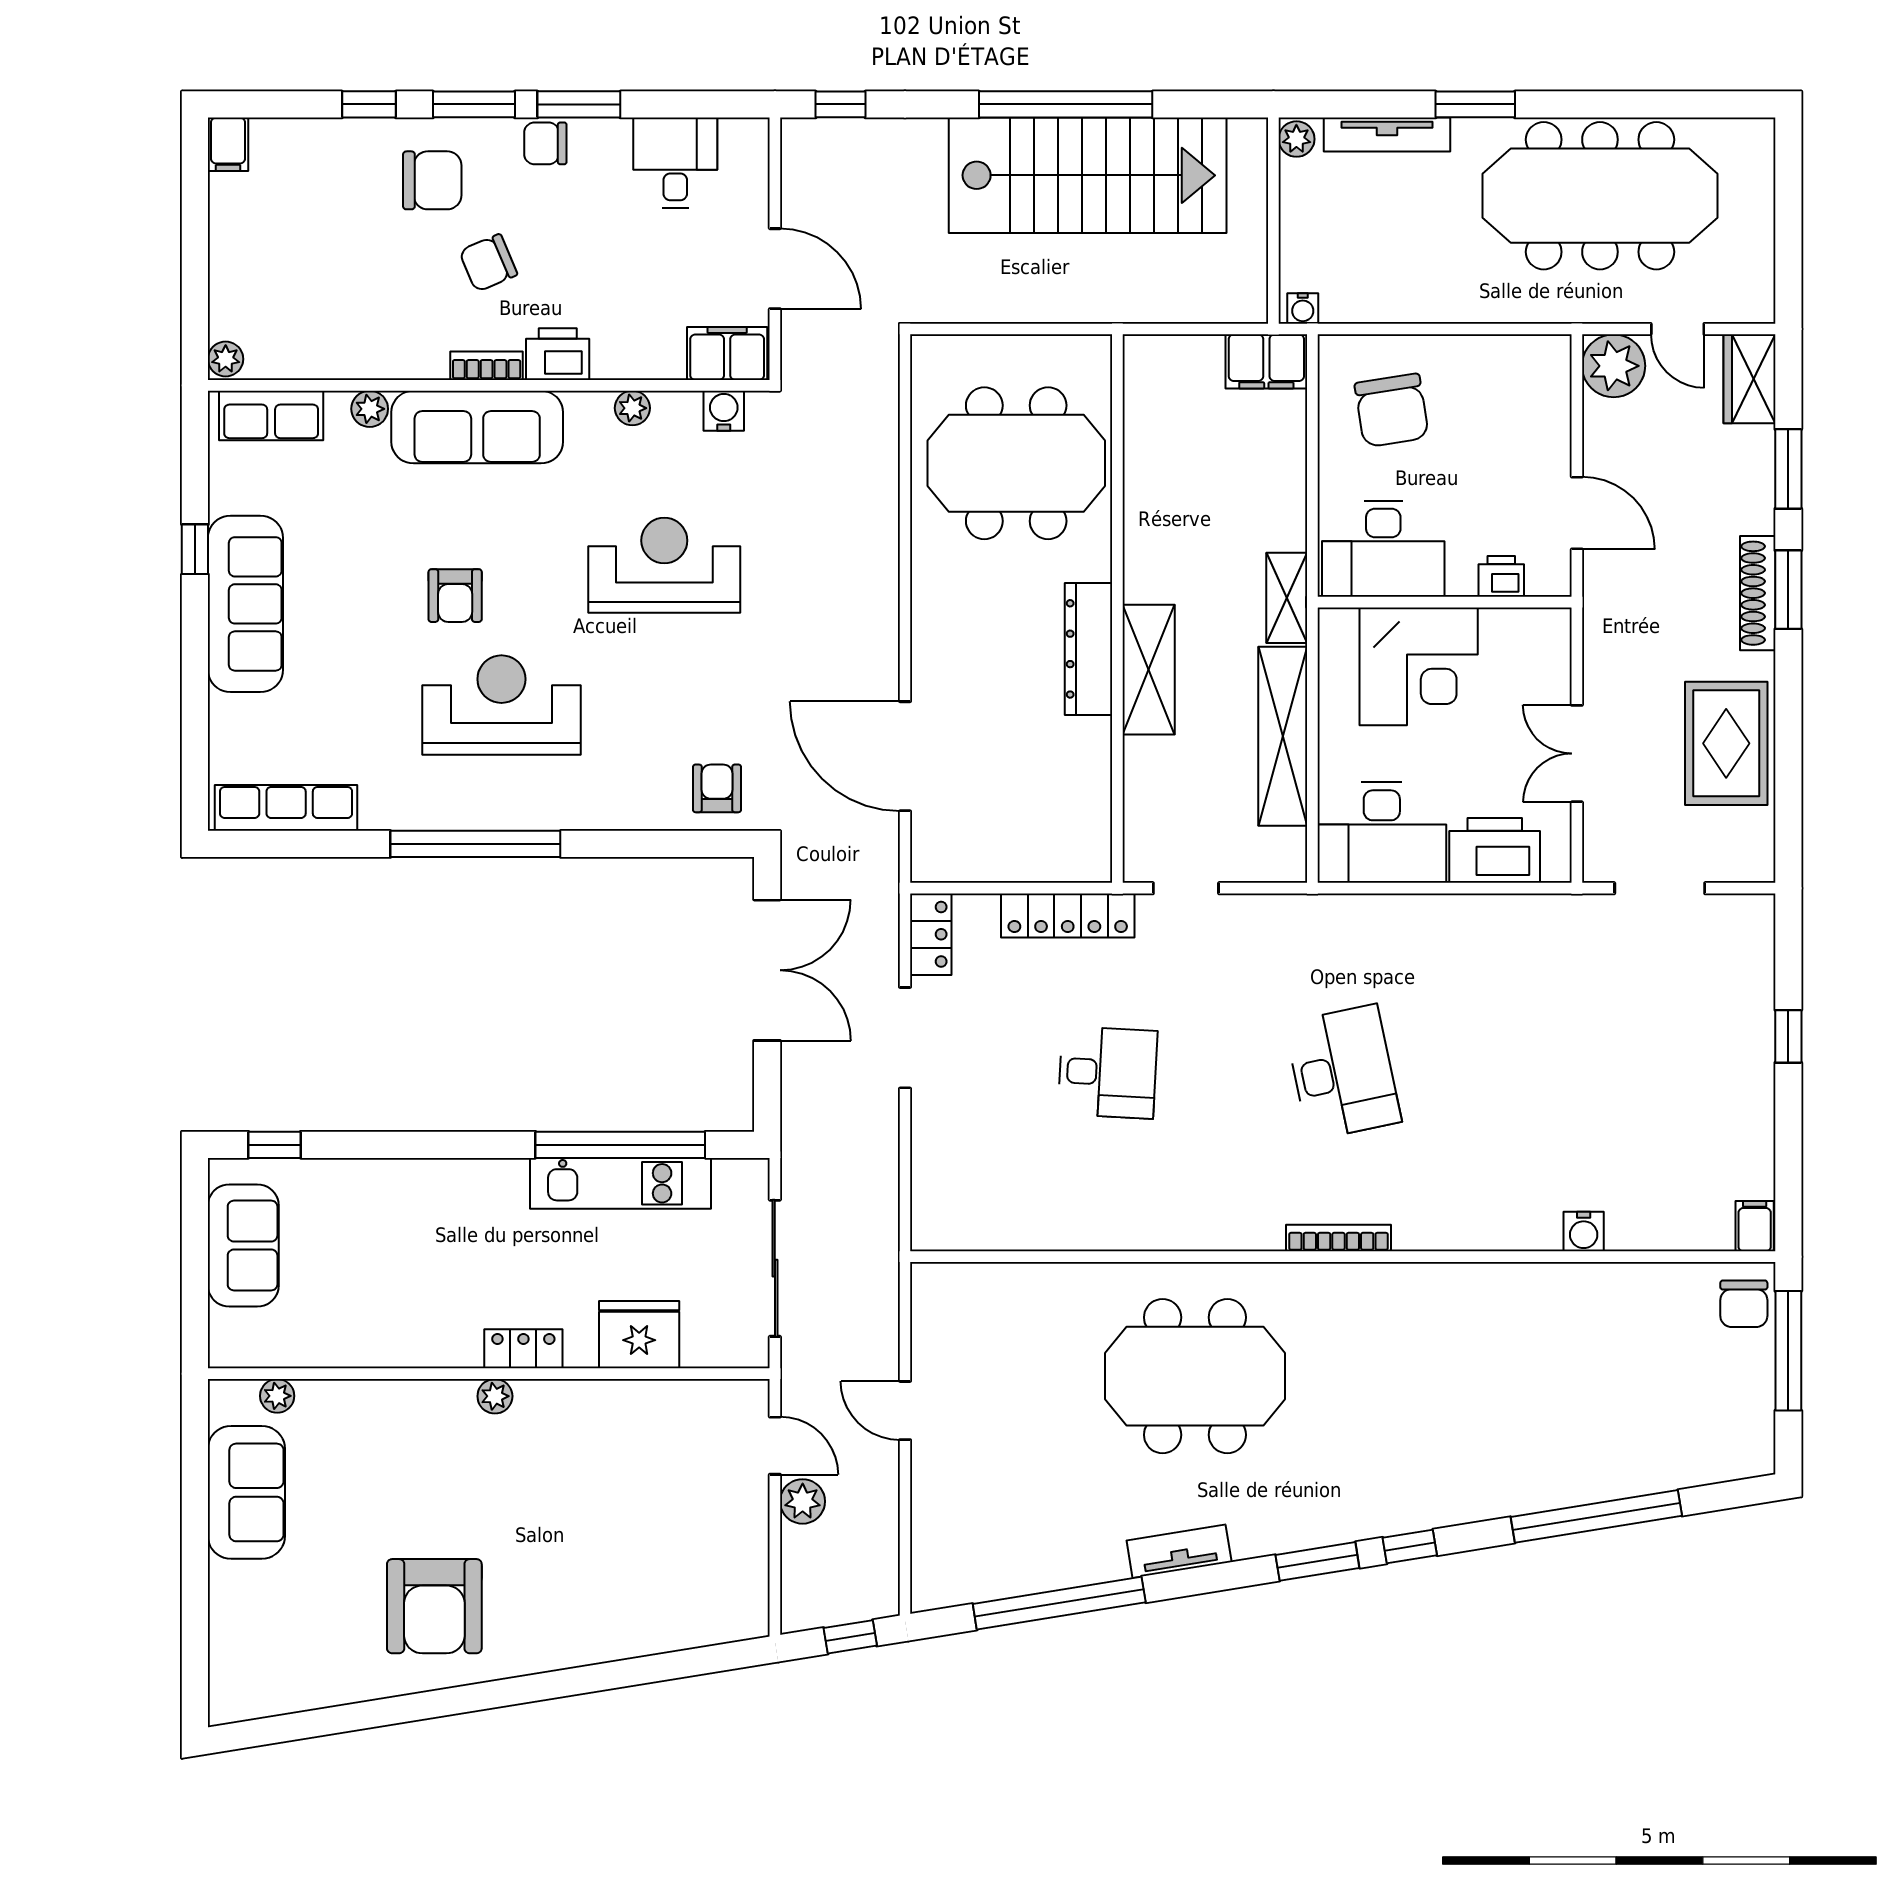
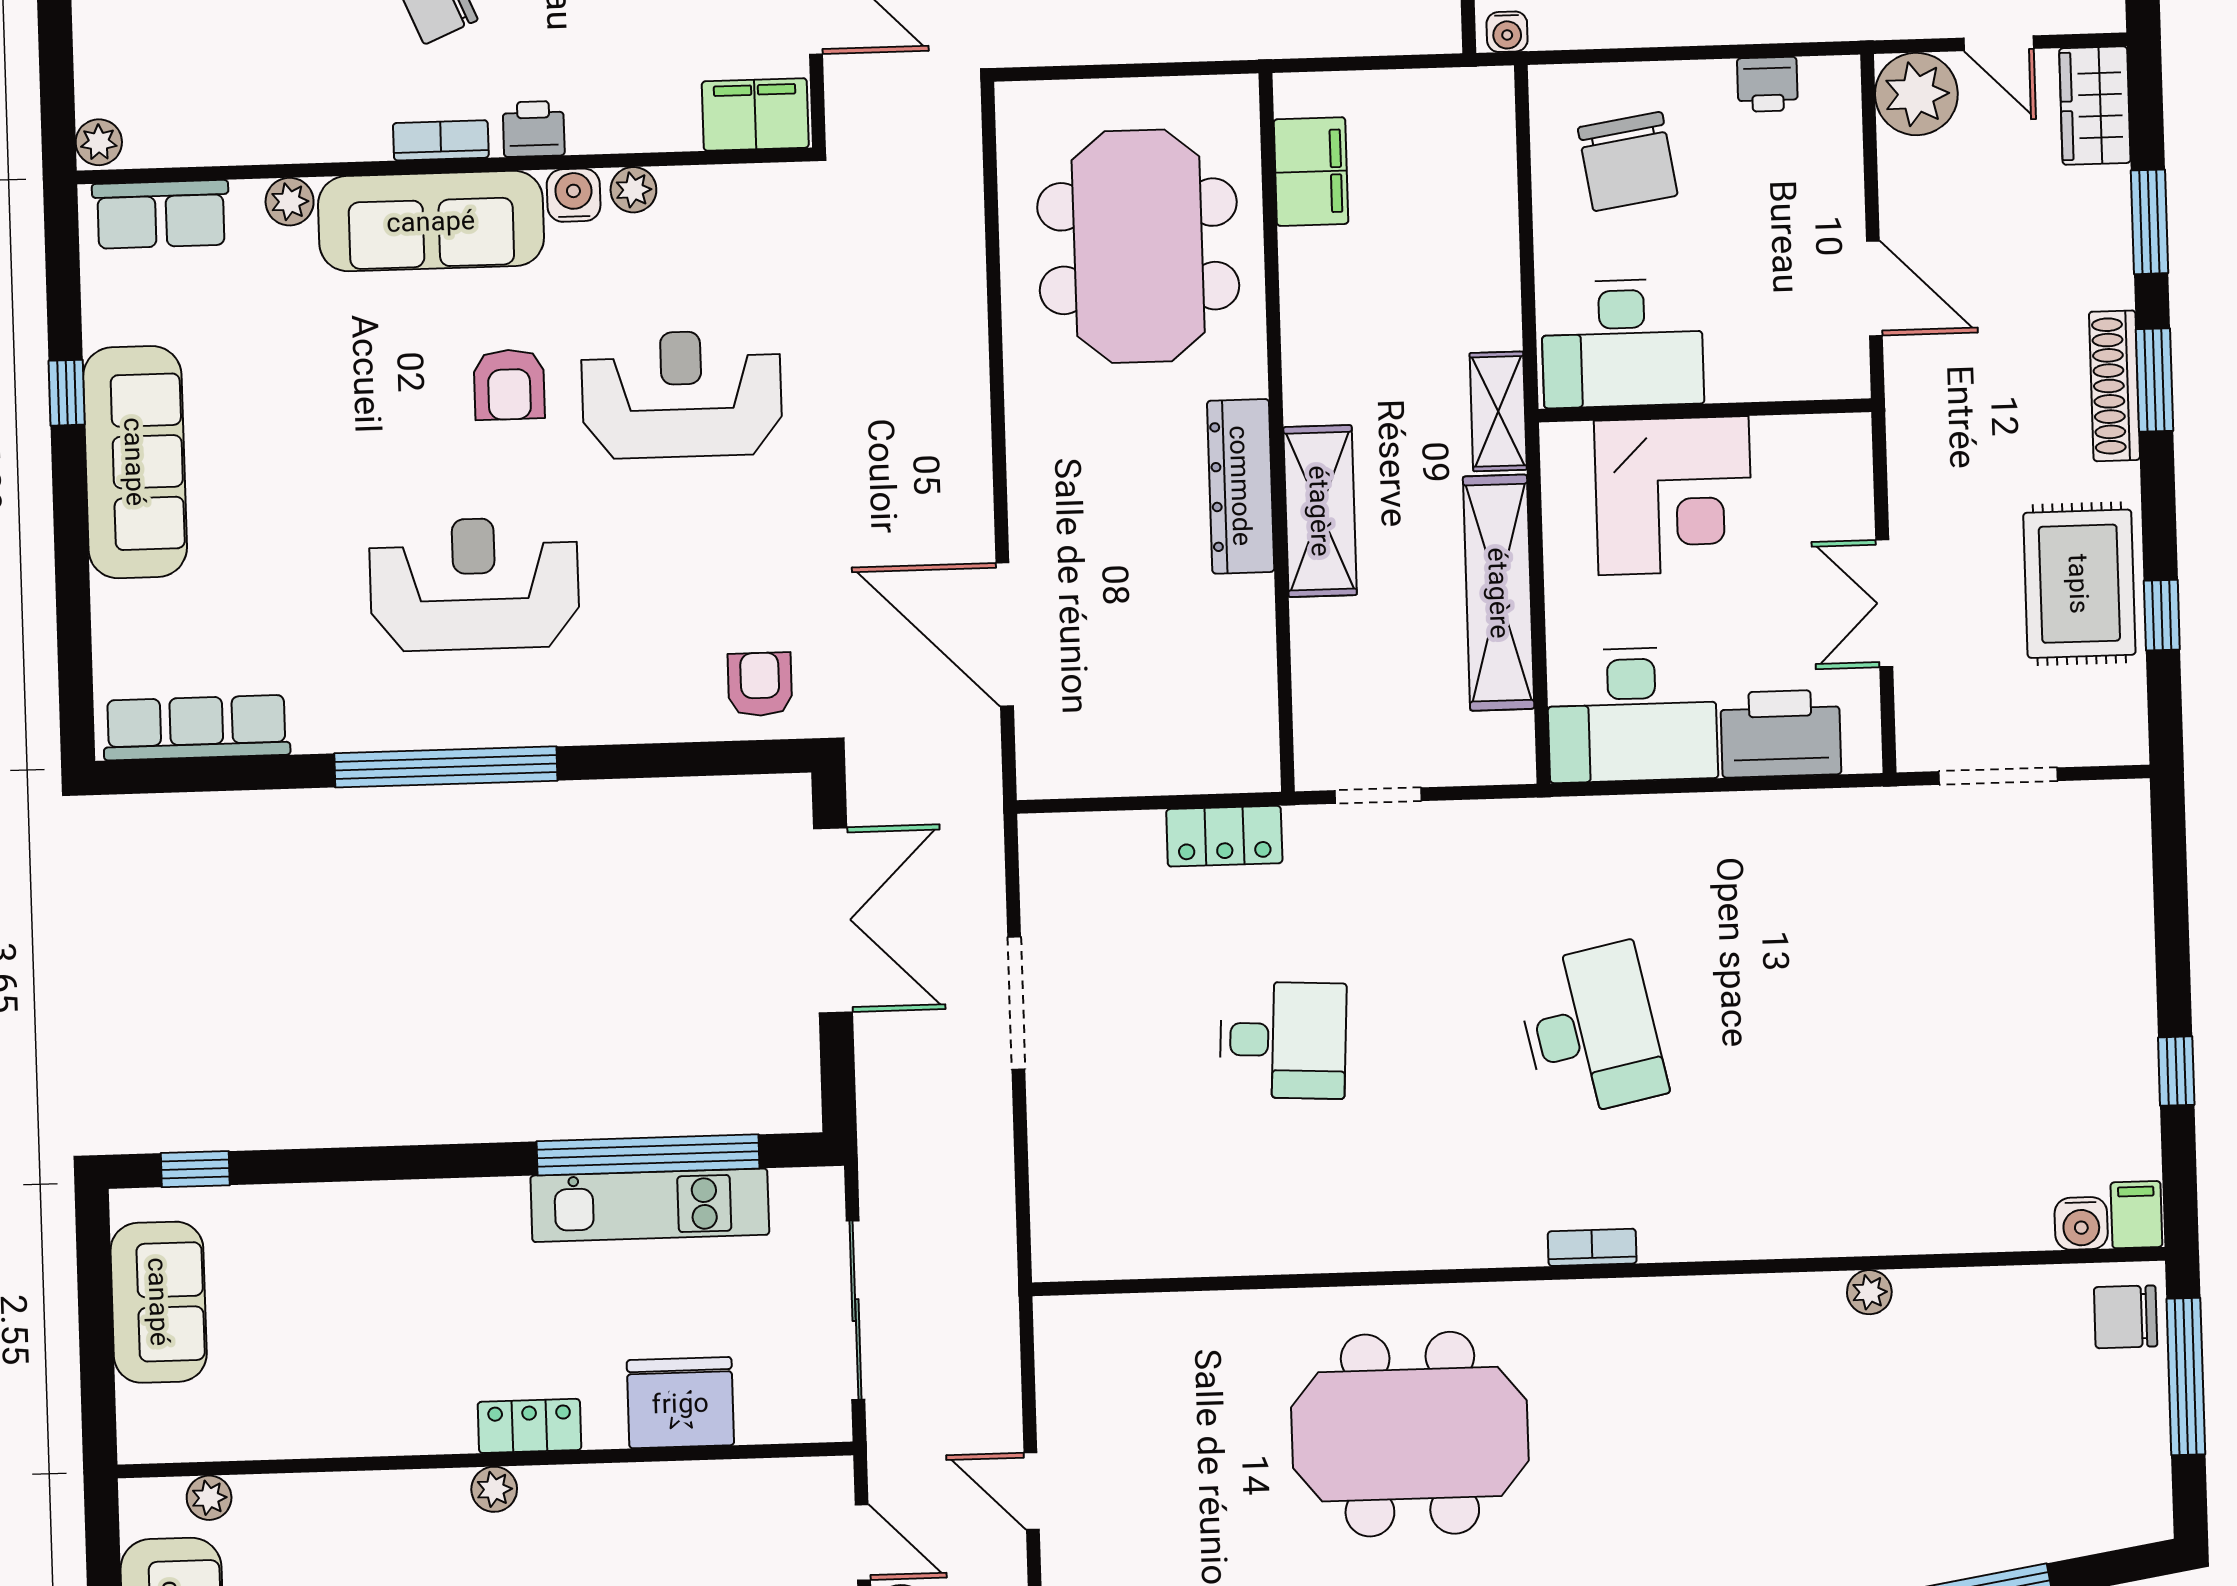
printer: (558, 354) -> (534, 129), width x0.73, depth x0.81
filing cabinet: (1266, 361) -> (1311, 172), moved, turned -90
water cooler: (724, 411) -> (574, 195), moved
meeting table: (1016, 463) -> (1138, 246), turned 90
printer: (1501, 576) -> (1767, 84), moved, turned 180
armchair: (455, 596) -> (509, 385), moved
window: (1788, 769) -> (2162, 615), added
locker: (1068, 915) -> (1224, 836), width x0.66
locker: (931, 934) -> (1046, 866), removed
window: (1788, 1036) -> (2176, 1071), moved
water cooler: (1584, 1231) -> (2081, 1223), moved
bookcase: (1339, 1238) -> (1592, 1247), width x0.64
plant: (1549, 1279) -> (1869, 1292), added
chair: (1744, 1304) -> (2126, 1317), turned 90

